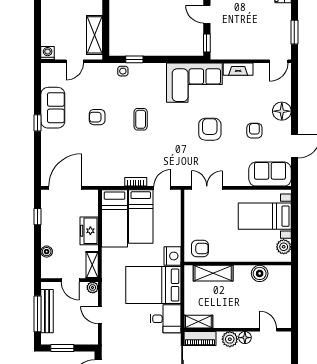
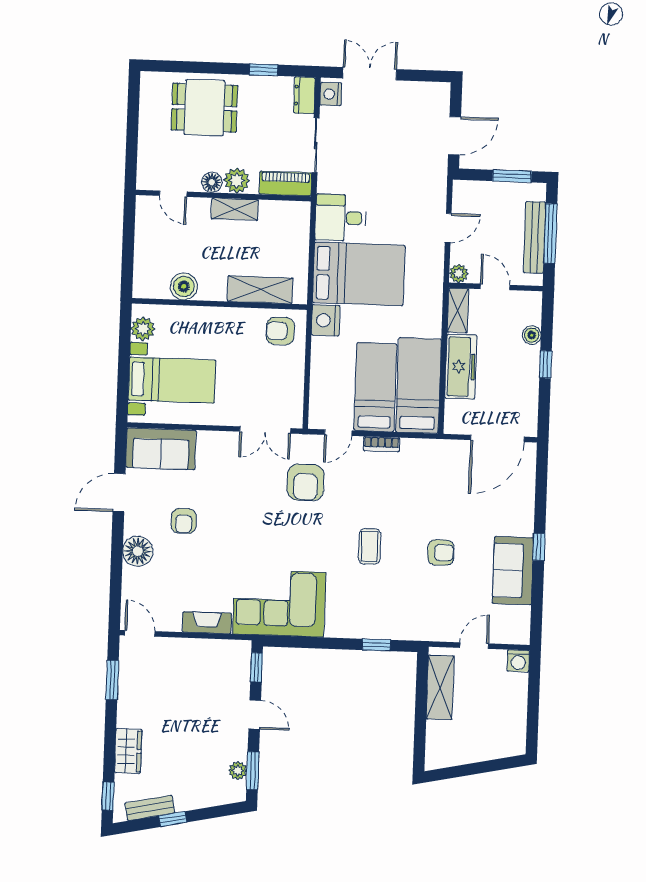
door: (279, 61) -> (140, 633), hinge flipped
side table: (123, 71) -> (396, 626), removed
armchair: (210, 129) -> (306, 482), moved
window: (37, 217) -> (546, 365), moved
freezer: (89, 231) -> (461, 367), width x1.40
door: (100, 315) -> (448, 228), hinge flipped
shelving: (198, 322) -> (235, 209), moved

